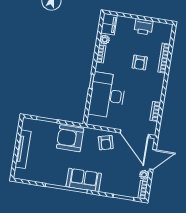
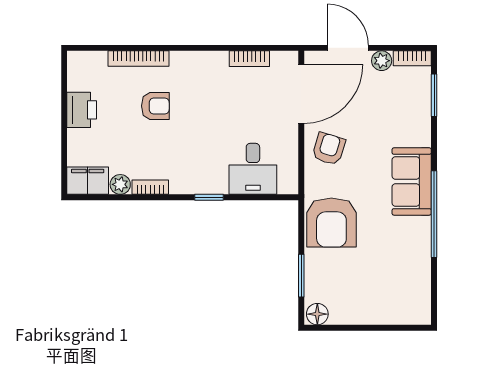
desk: (107, 95) -> (253, 169), width x0.53, depth x0.77
floor lamp: (27, 124) -> (317, 314), added
armchair: (106, 143) -> (329, 149), turned -58
tv unit: (23, 149) -> (369, 314), removed

